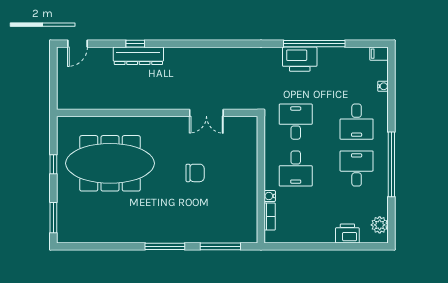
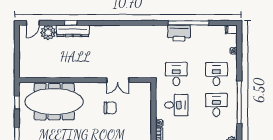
plant: (101, 58) -> (48, 32), added
wall: (157, 113) -> (85, 80), moved
double door: (206, 113) -> (118, 80), moved
desk: (357, 122) -> (216, 74), turned 180
desk: (296, 168) -> (176, 105), turned -90

